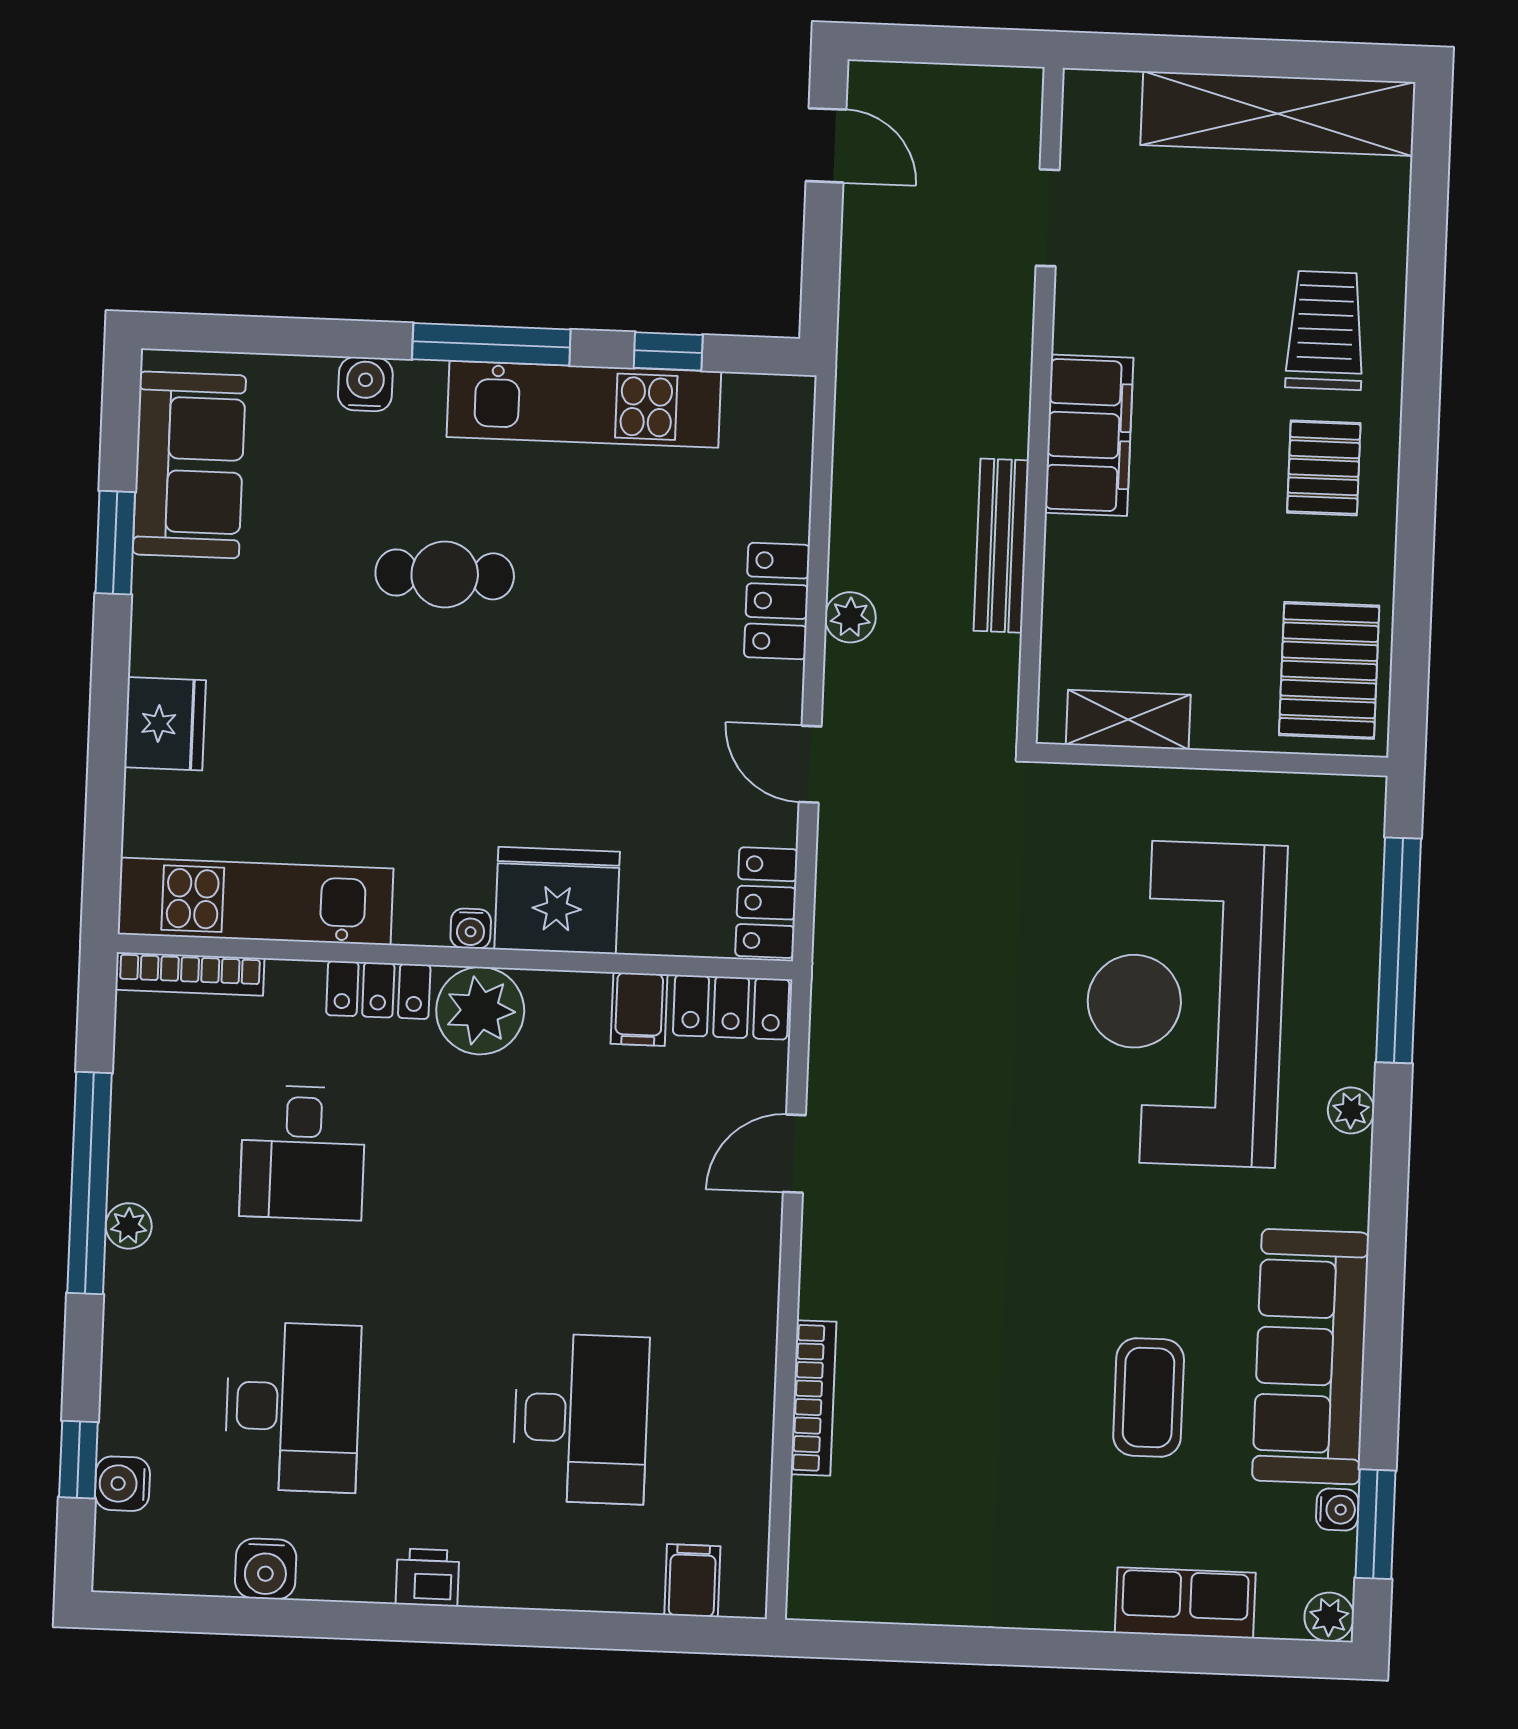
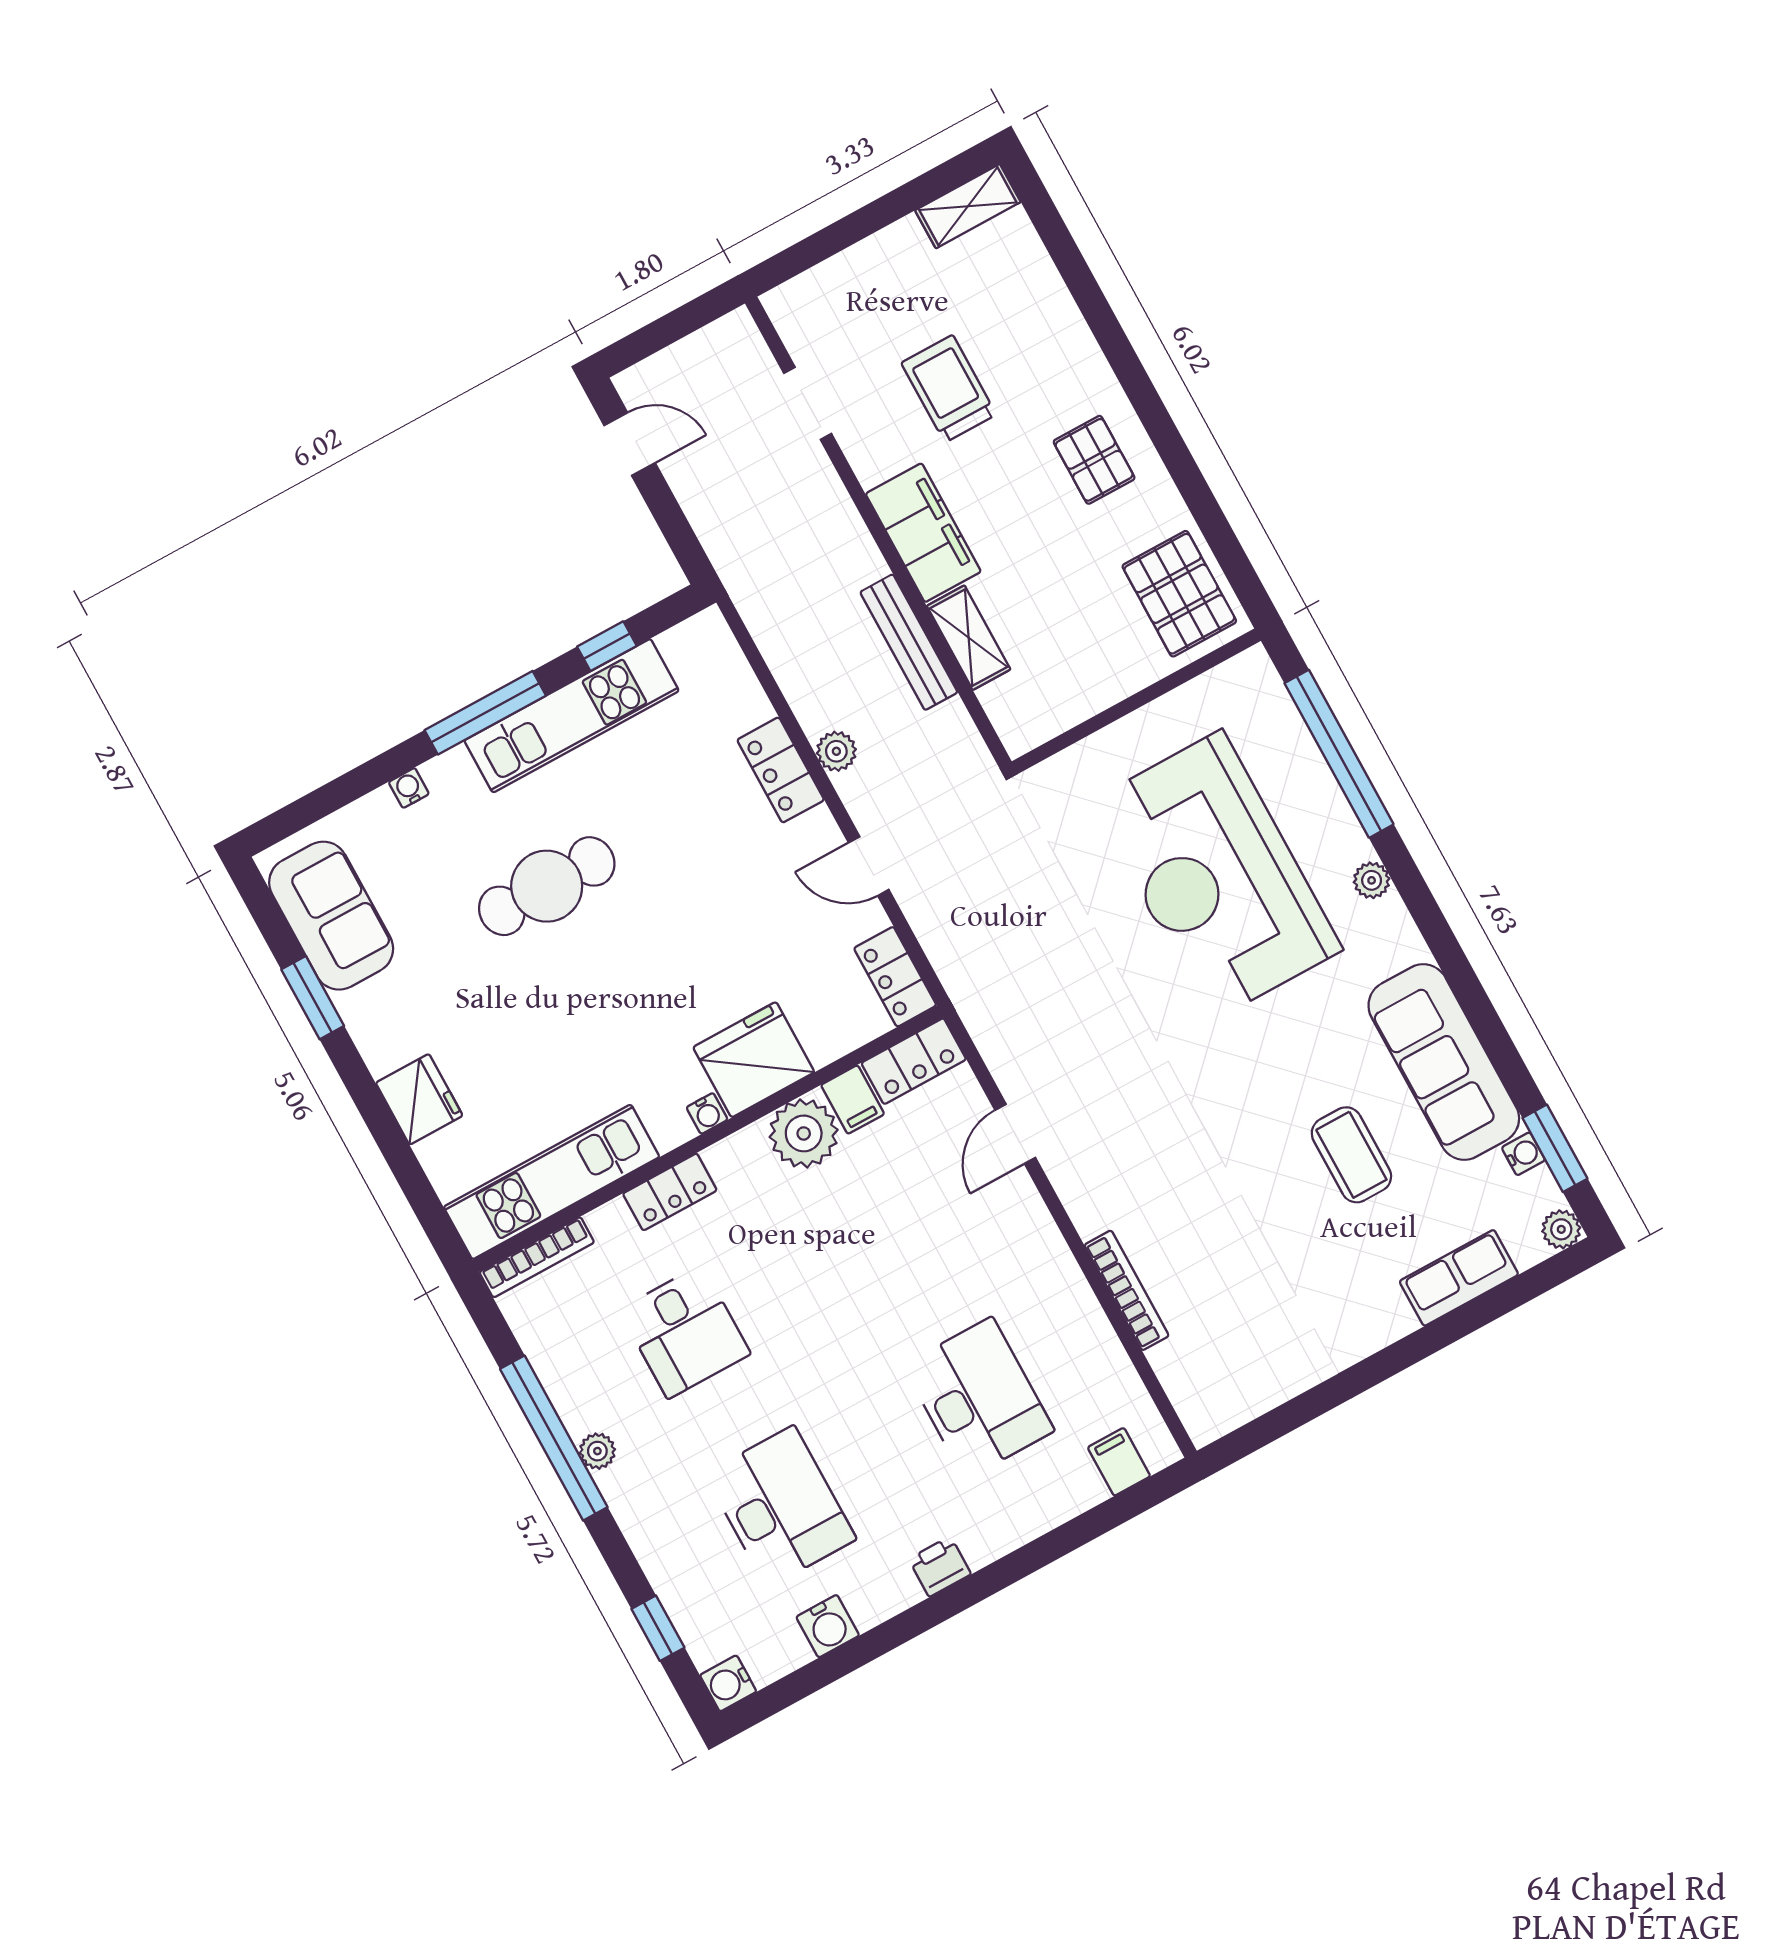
shelving: (1278, 114) -> (968, 206), width x0.45, depth x0.75
trolley: (1325, 330) -> (949, 389), moved
water cooler: (365, 384) -> (409, 788), width x0.72, depth x0.72
cafe table: (445, 574) -> (547, 886), width x1.37, depth x1.35
shelving: (1128, 720) -> (969, 638), moved, turned 90
plant: (480, 1011) -> (804, 1133), moved
water cooler: (122, 1484) -> (728, 1683), moved

